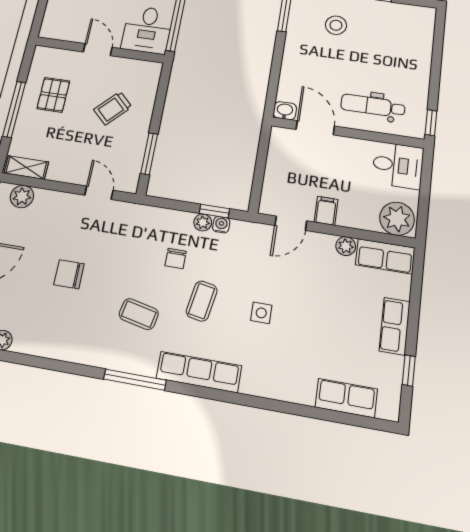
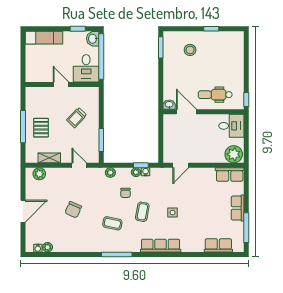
pallet: (53, 95) -> (41, 128), moved
shelving: (26, 167) -> (49, 158), moved
filing cabinet: (326, 211) -> (198, 156), removed
plant: (346, 246) -> (110, 173), moved
chair: (69, 274) -> (73, 210), turned -67
window: (409, 370) -> (246, 228), width x2.17
row of seats: (199, 372) -> (161, 246), moved

